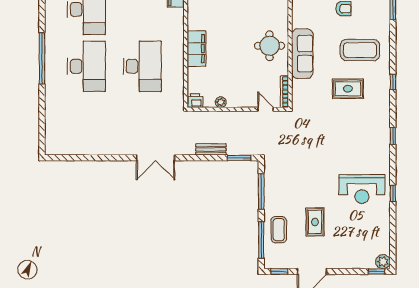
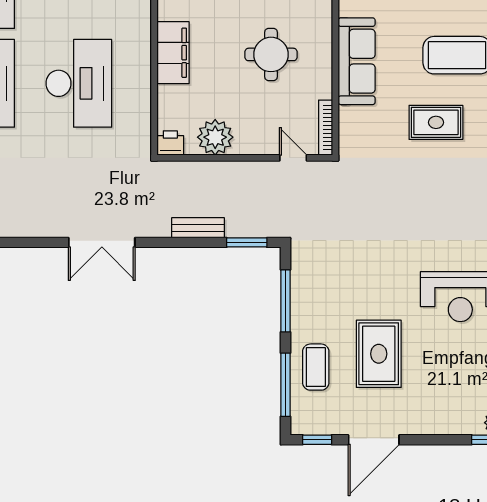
round table: (270, 46) -> (271, 54), moved
plant: (221, 102) -> (215, 137), width x1.88, depth x1.88
rug: (315, 222) -> (379, 354), width x1.36, depth x1.43

